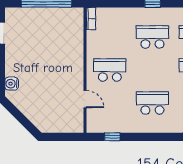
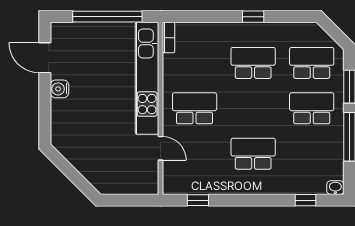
kitchen unit: (75, 48) -> (147, 78), added
water cooler: (12, 84) -> (59, 89), moved

